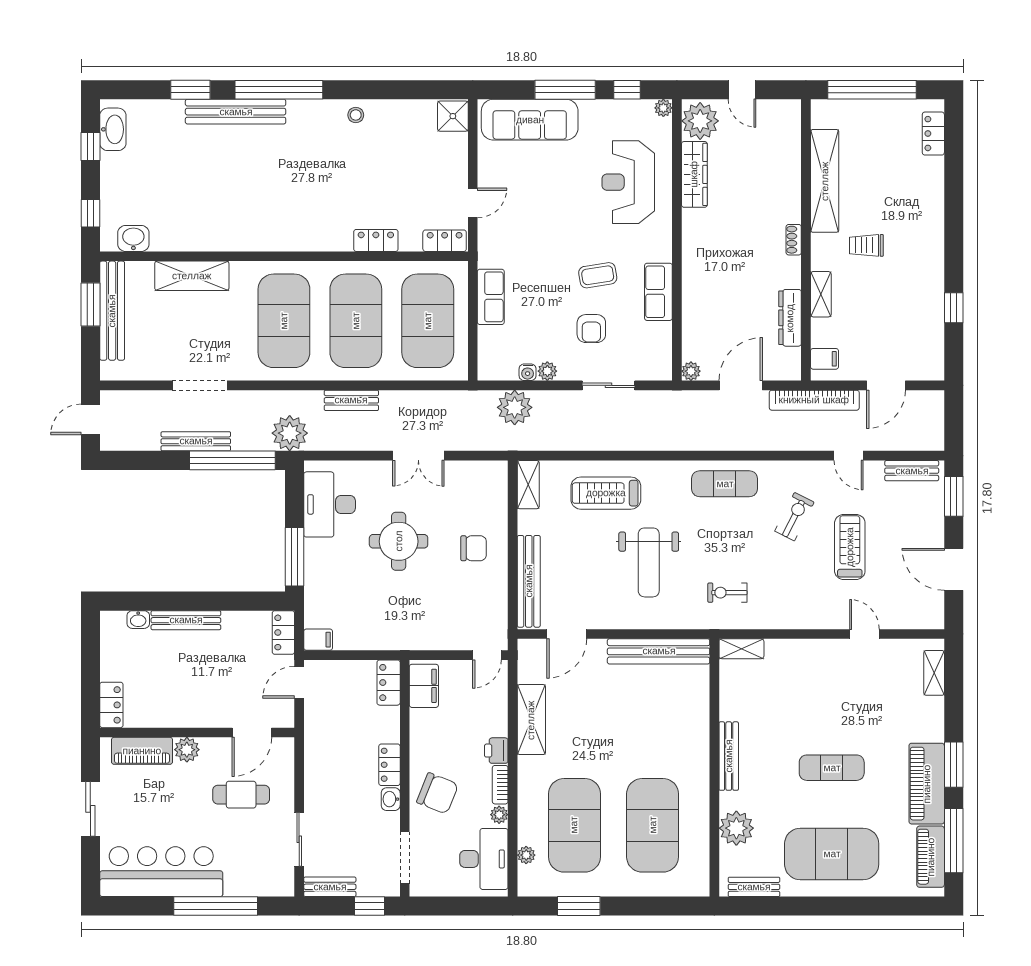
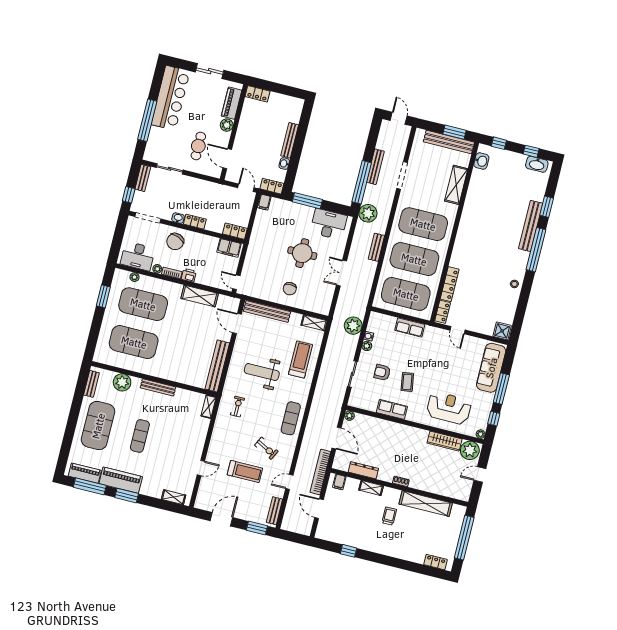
locker: (376, 240) -> (450, 284), width x1.53
washbasin: (138, 620) -> (284, 164), moved

